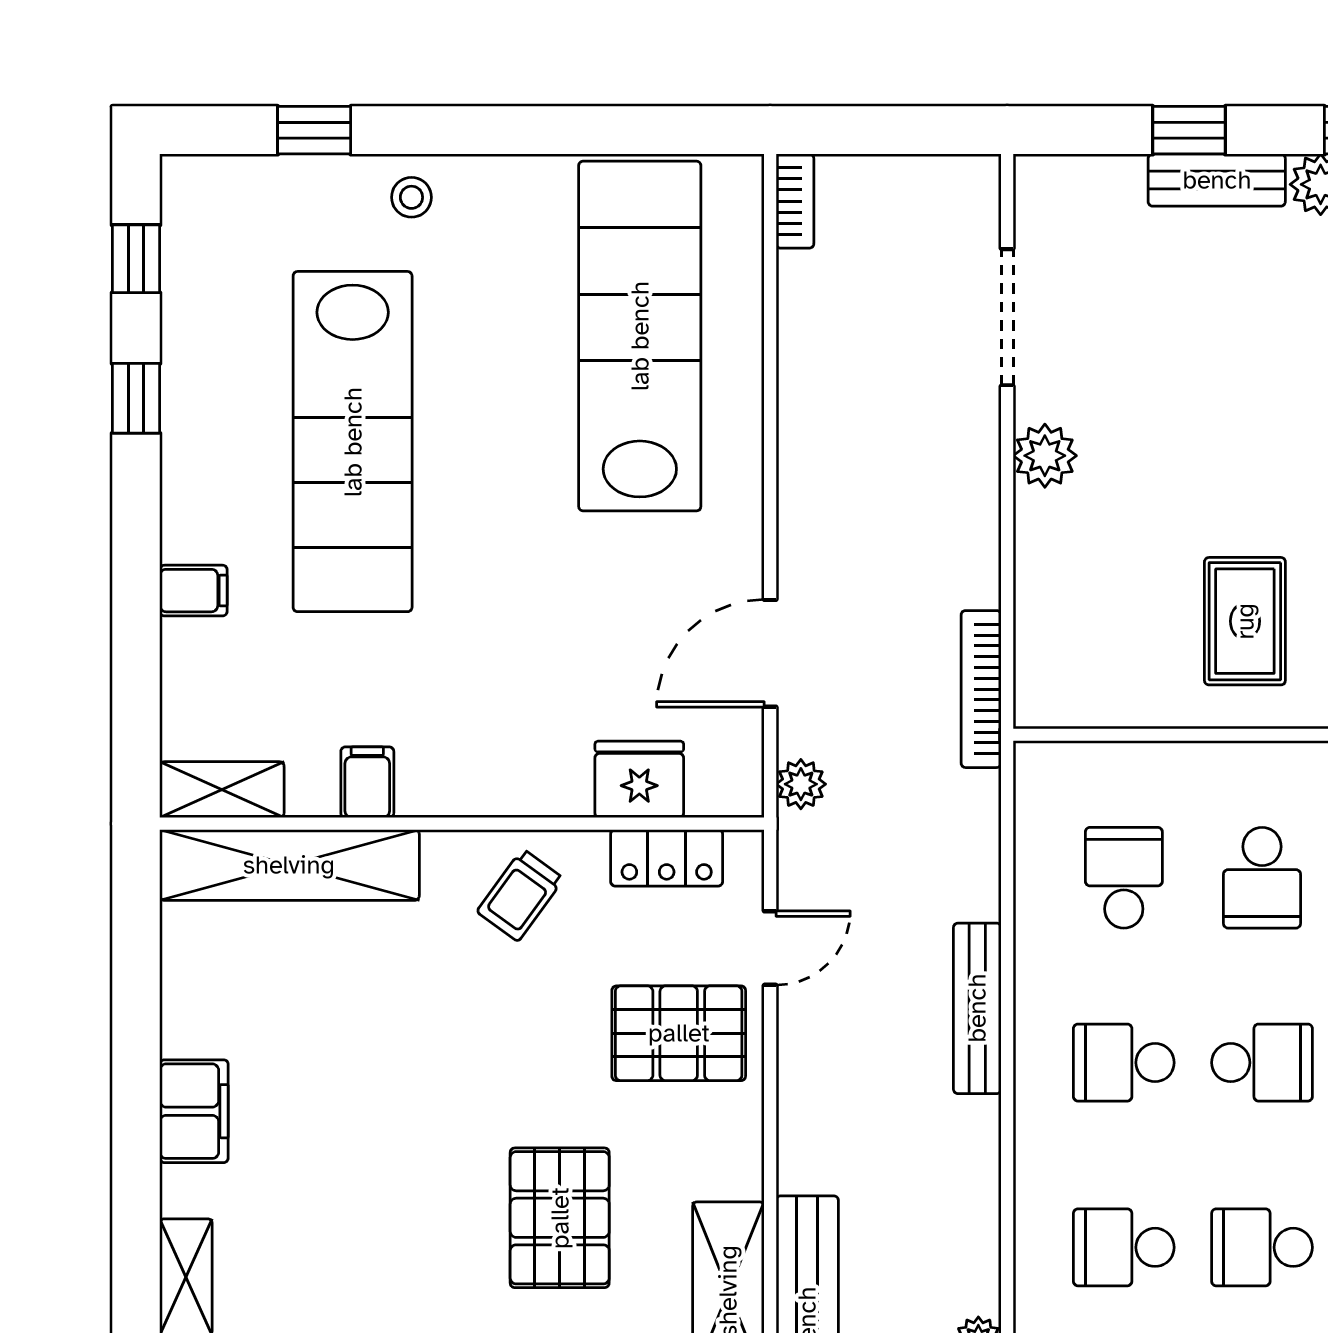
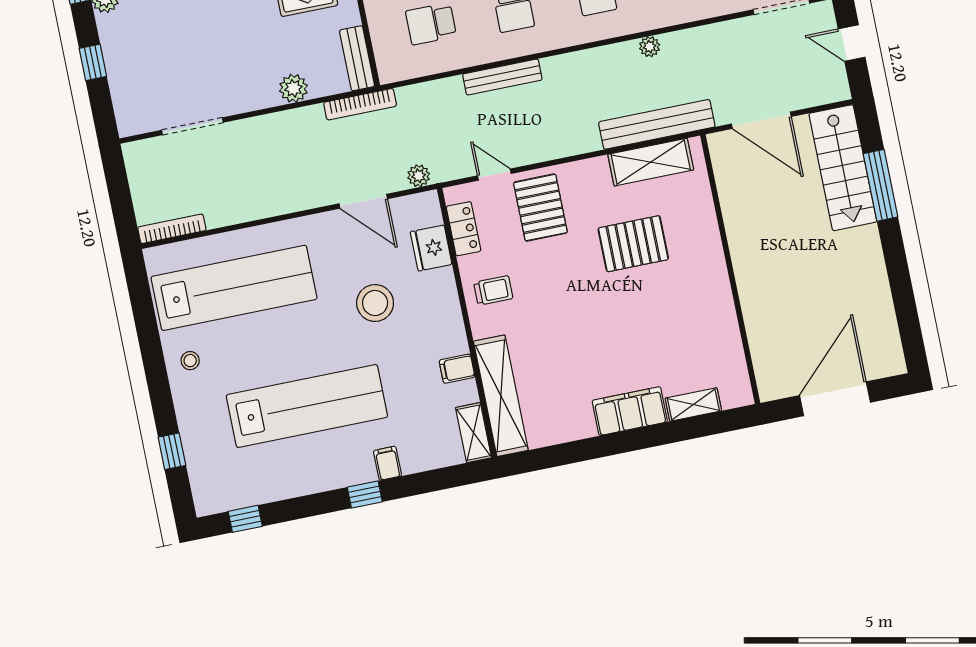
bench: (1217, 180) -> (357, 58), moved
stool: (411, 197) -> (190, 361), moved
bookcase: (795, 201) -> (172, 229), width x1.56
lab bench: (640, 336) -> (234, 288), turned 180
window: (136, 398) -> (365, 495), moved
plant: (1045, 456) -> (293, 88), moved
stool: (545, 634) -> (375, 303), added
trolley: (520, 895) -> (493, 290), turned -36
filing cabinet: (194, 1111) -> (630, 411), width x1.50, depth x1.17

